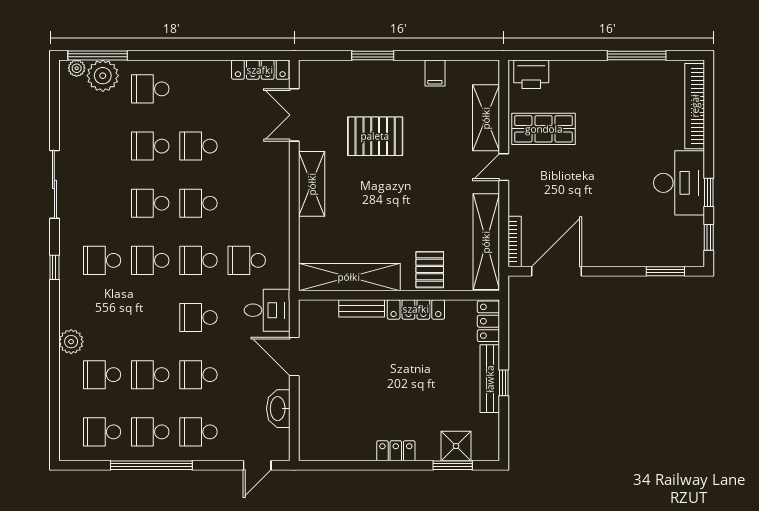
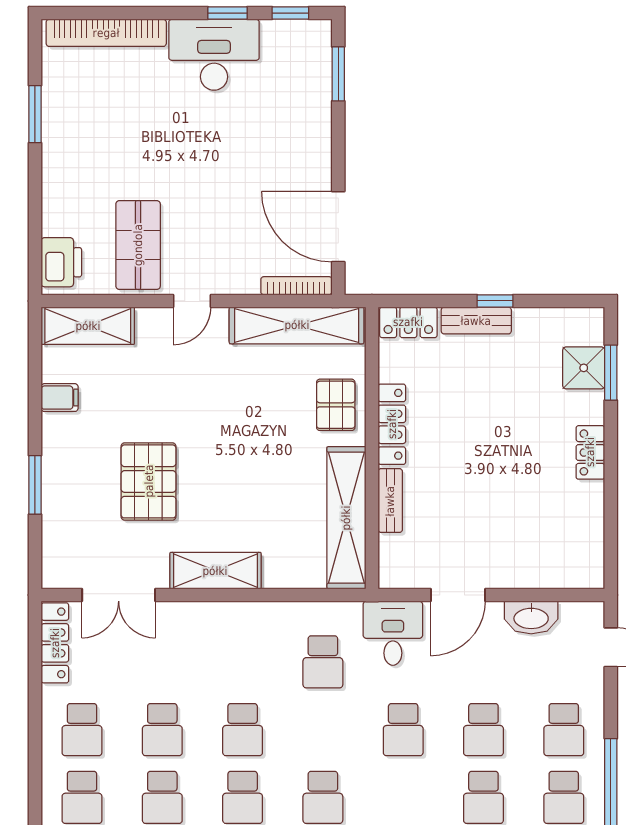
window: (637, 55) -> (35, 114), width x0.69
shelving: (486, 118) -> (88, 326), moved
door: (504, 167) -> (192, 301), hinge flipped
school desk: (199, 260) -> (82, 730), moved
pallet: (430, 270) -> (336, 405), turned 90
bench: (490, 379) -> (476, 321), width x0.73

